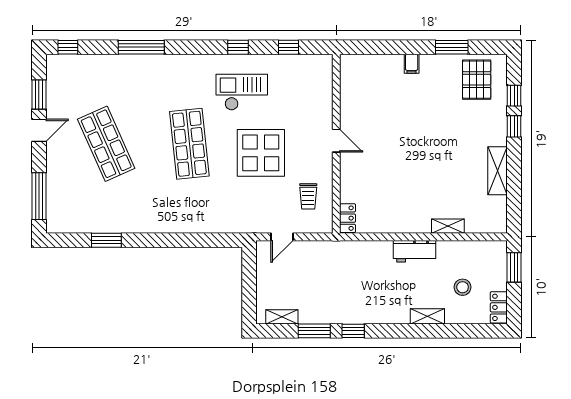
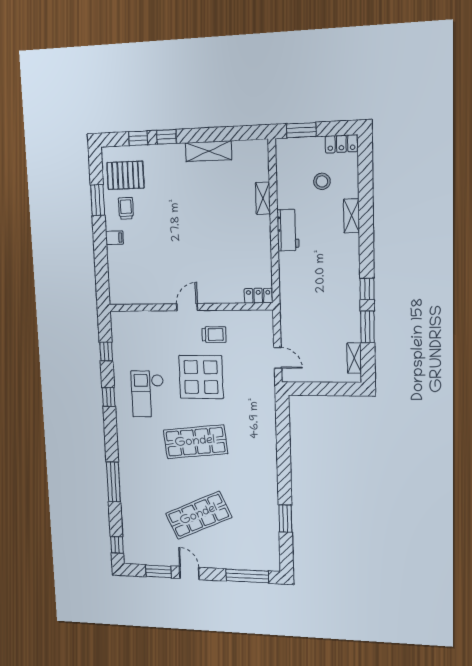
trolley: (442, 78) -> (126, 208), added
trolley: (308, 196) -> (214, 335), moved

